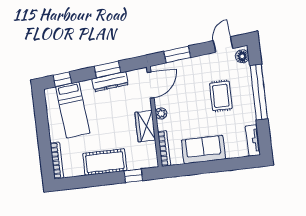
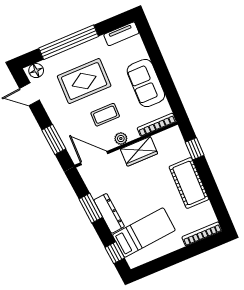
dresser: (110, 82) -> (109, 213), moved
rug: (221, 96) -> (84, 81), width x1.36, depth x1.43
coffee table: (186, 106) -> (105, 115), added

